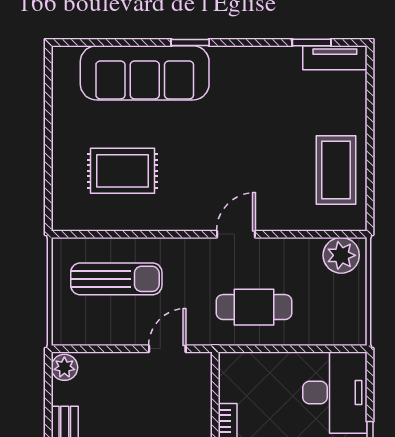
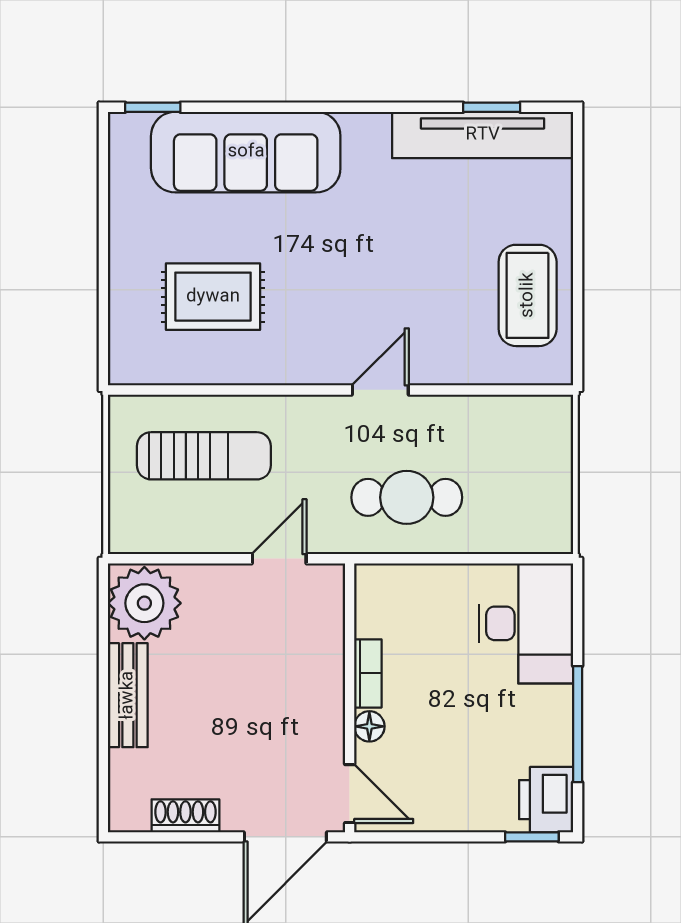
window: (190, 42) -> (153, 107), moved
tv unit: (335, 58) -> (483, 135), width x1.92, depth x1.29
plant: (341, 255) -> (535, 421), removed
plant: (64, 367) -> (144, 603), width x1.88, depth x1.88

